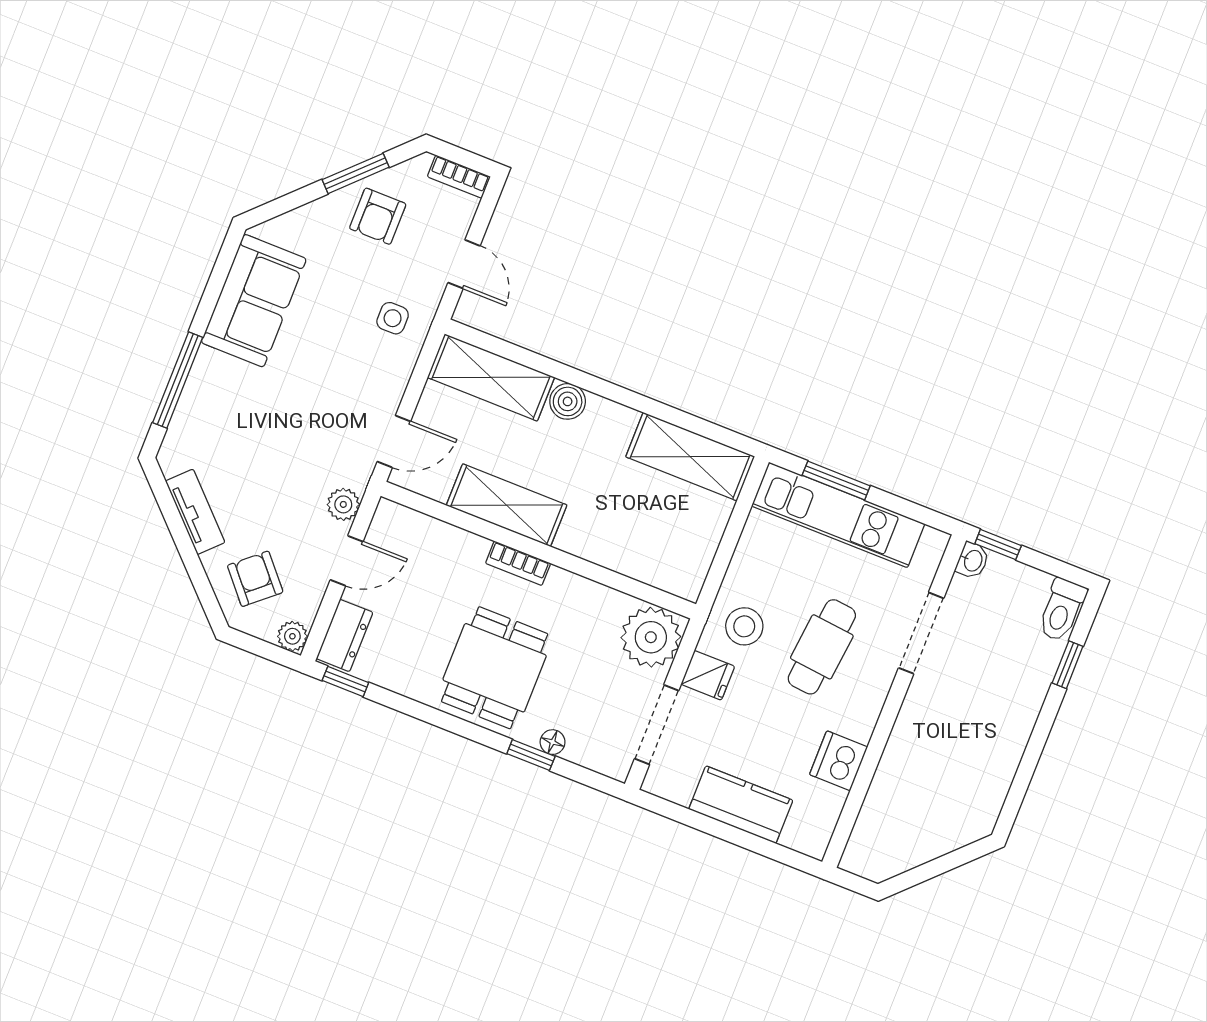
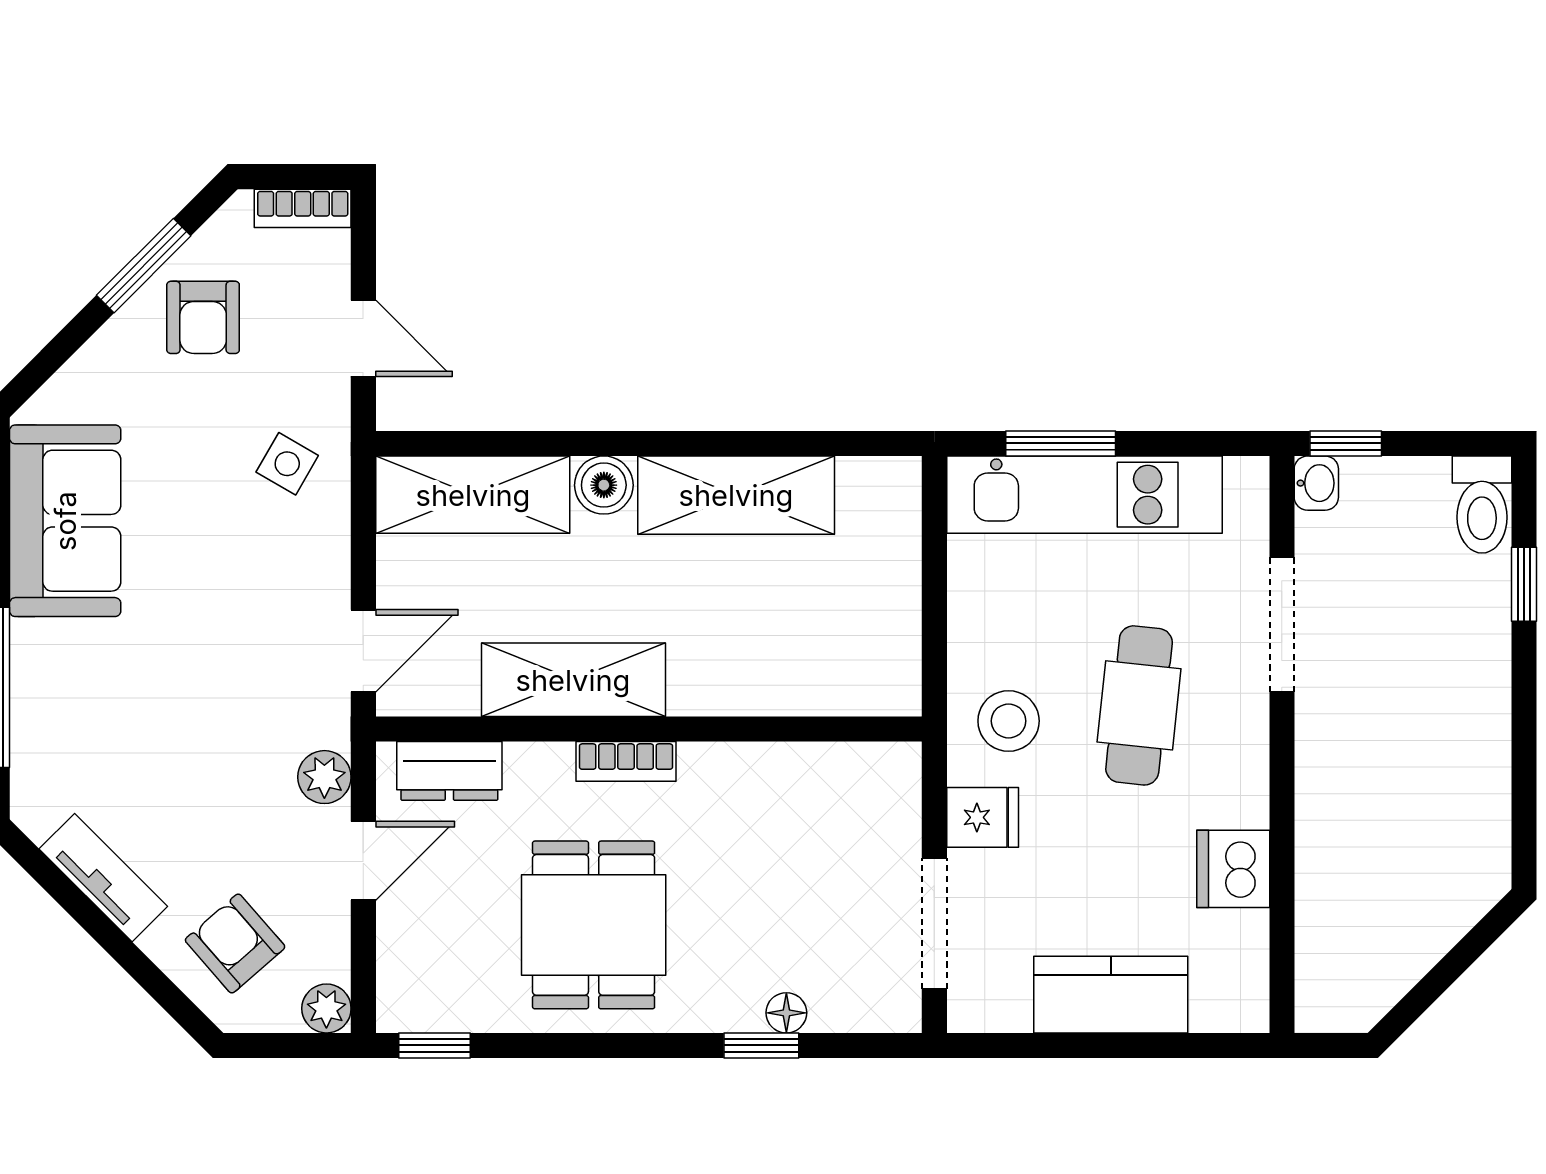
side table: (393, 318) -> (287, 464), turned 30
shelving: (690, 457) -> (736, 495), moved
dresser: (345, 635) -> (449, 771), moved, turned 90
plant: (651, 637) -> (873, 794), removed
dining table: (495, 668) -> (594, 925), moved

